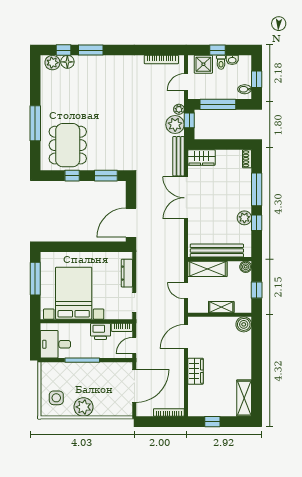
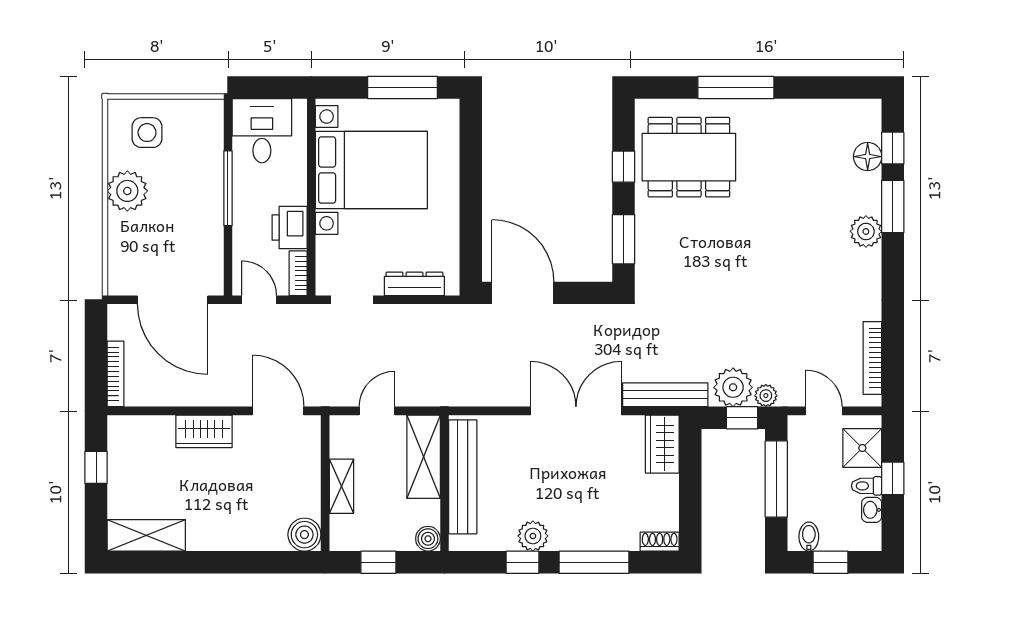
plant: (52, 63) -> (866, 231), moved

